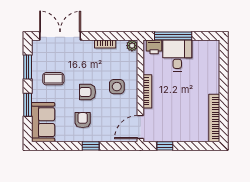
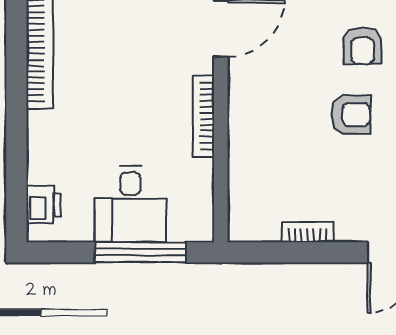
plant: (132, 46) -> (241, 229), removed
printer: (154, 47) -> (43, 205), moved, turned 90
side table: (117, 87) -> (279, 128), removed

